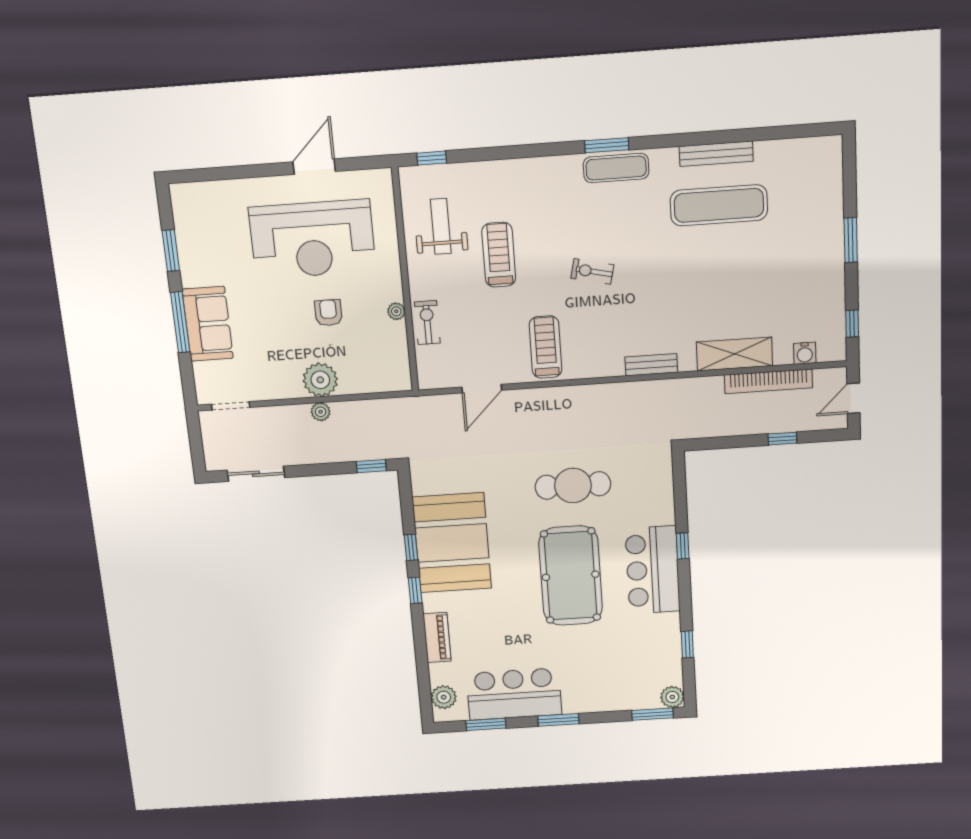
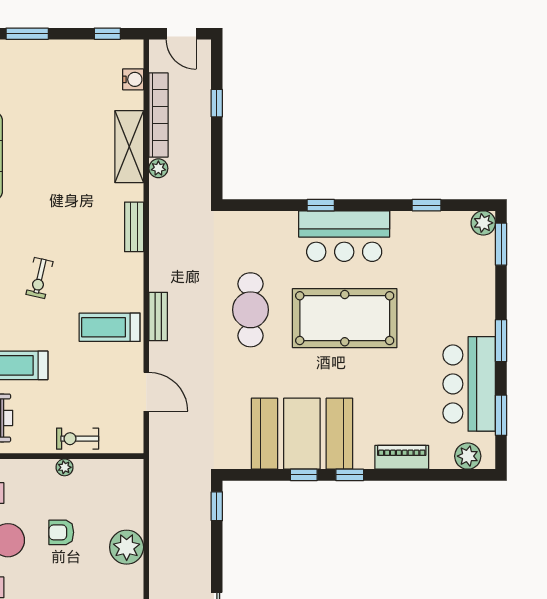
bench: (560, 395) -> (158, 316), added
plant: (321, 412) -> (158, 168), moved

